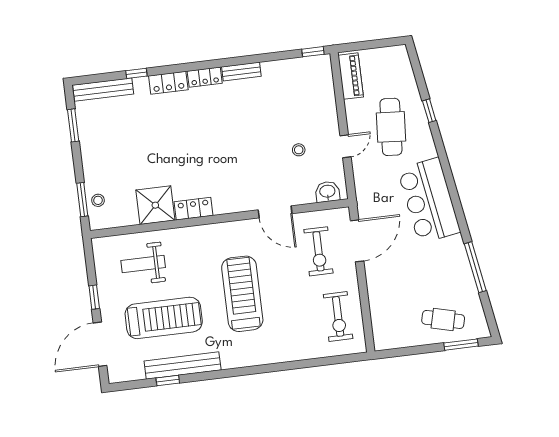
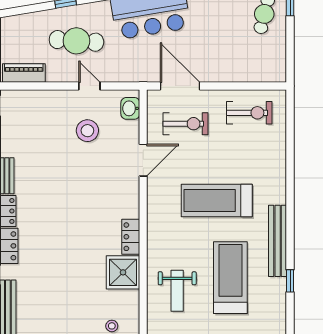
stool: (299, 150) -> (87, 131), width x1.89, depth x1.89
bench: (183, 366) -> (278, 241), moved

